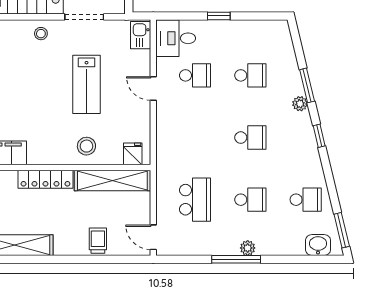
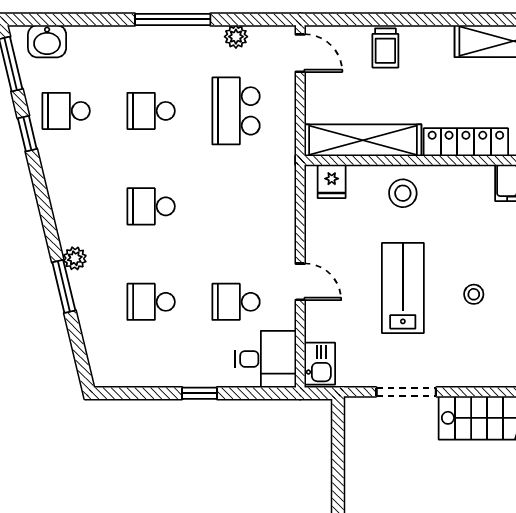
stool: (41, 34) -> (474, 294), moved
window: (319, 136) -> (27, 134), moved
plant: (248, 248) -> (236, 37), moved

